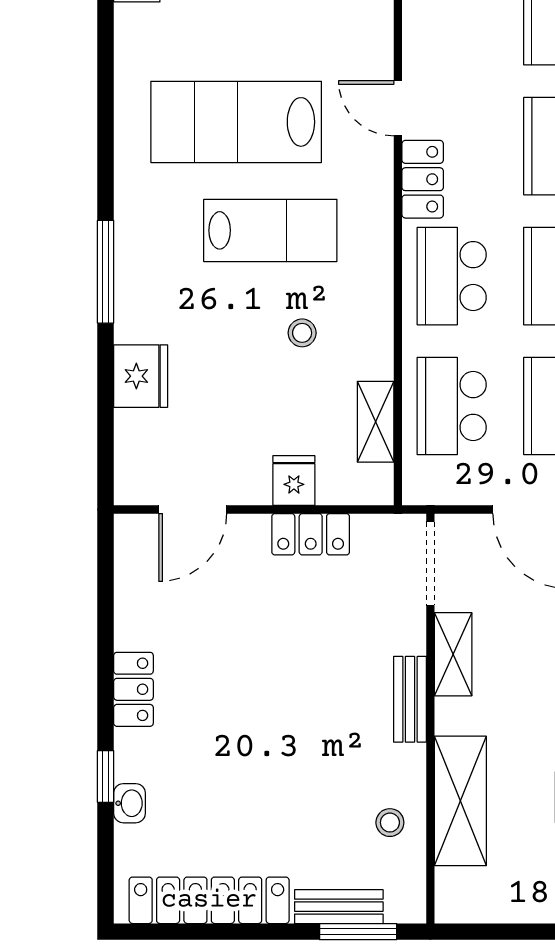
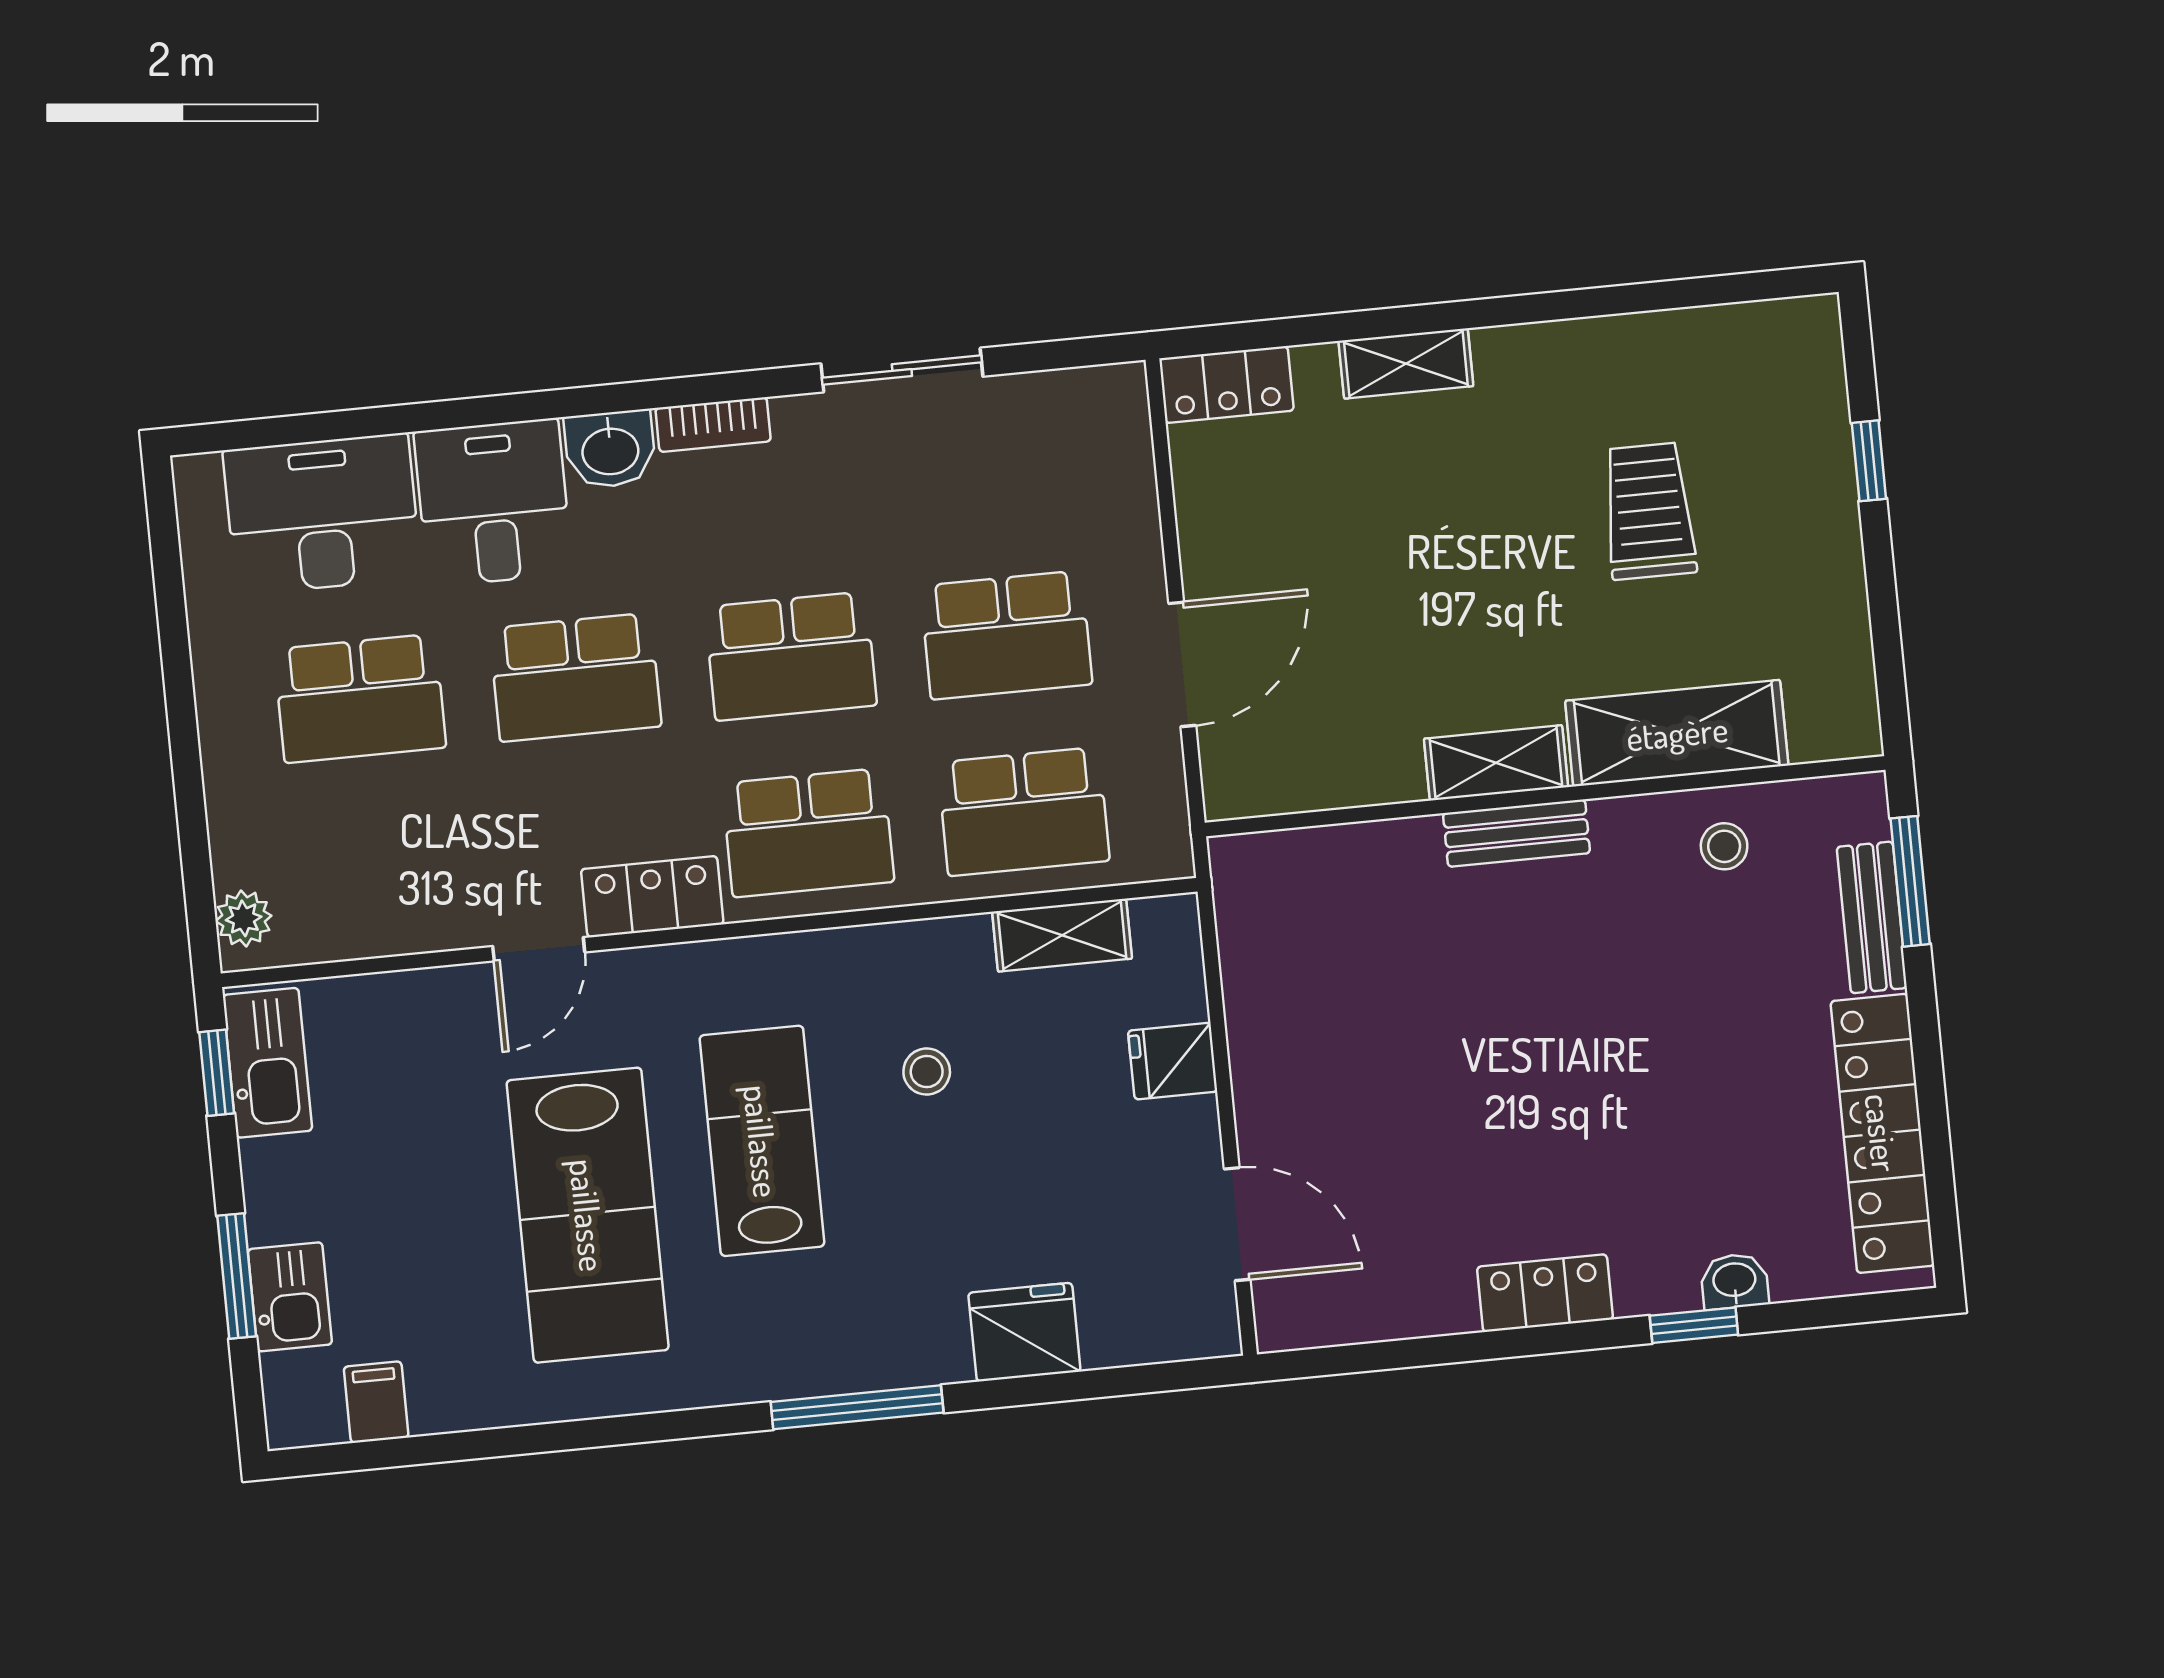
locker: (311, 534) -> (1259, 1025), removed
doorway: (430, 564) -> (1288, 821), removed
shelving: (453, 654) -> (1496, 763), moved

